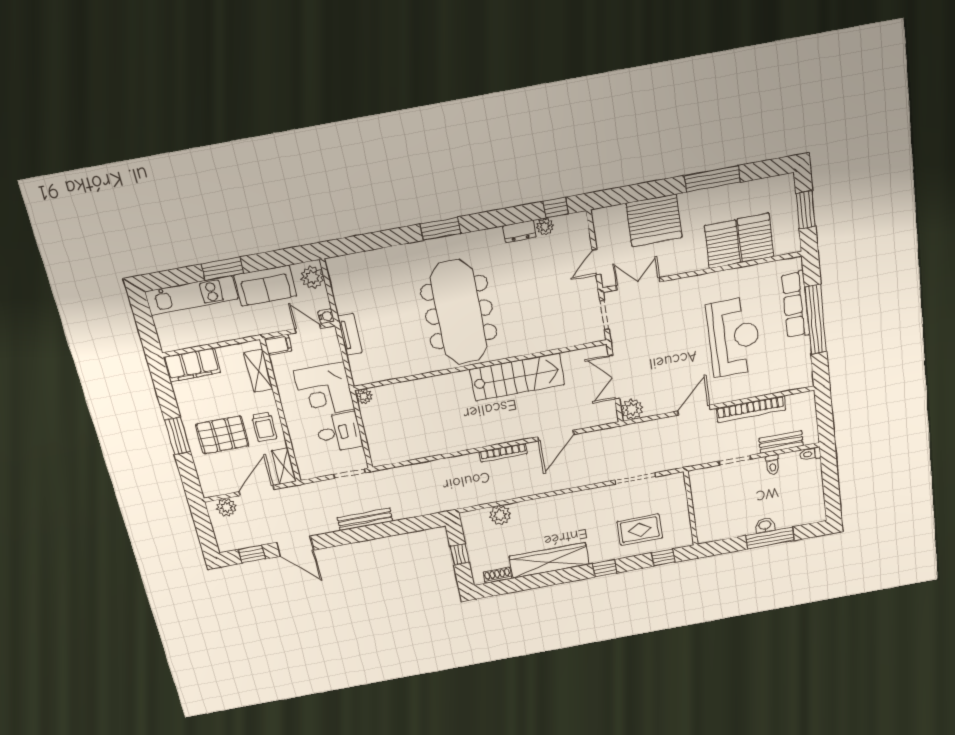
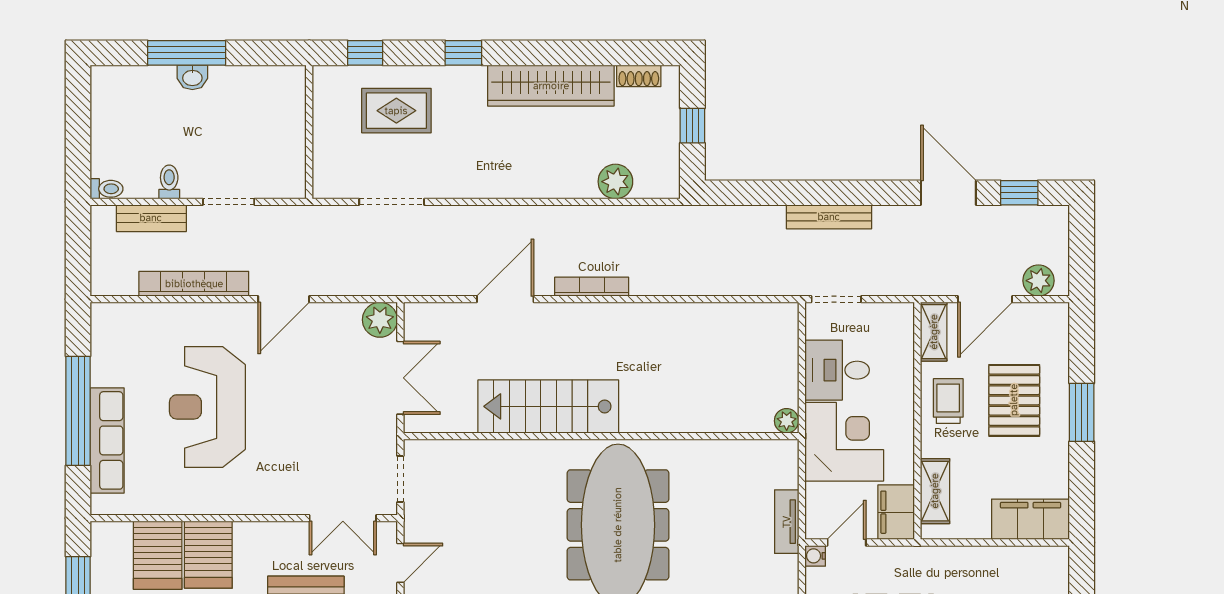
door: (308, 328) -> (847, 543), swing flipped
filing cabinet: (278, 345) -> (896, 512), width x2.00
pallet: (222, 435) -> (1014, 400), turned 90

